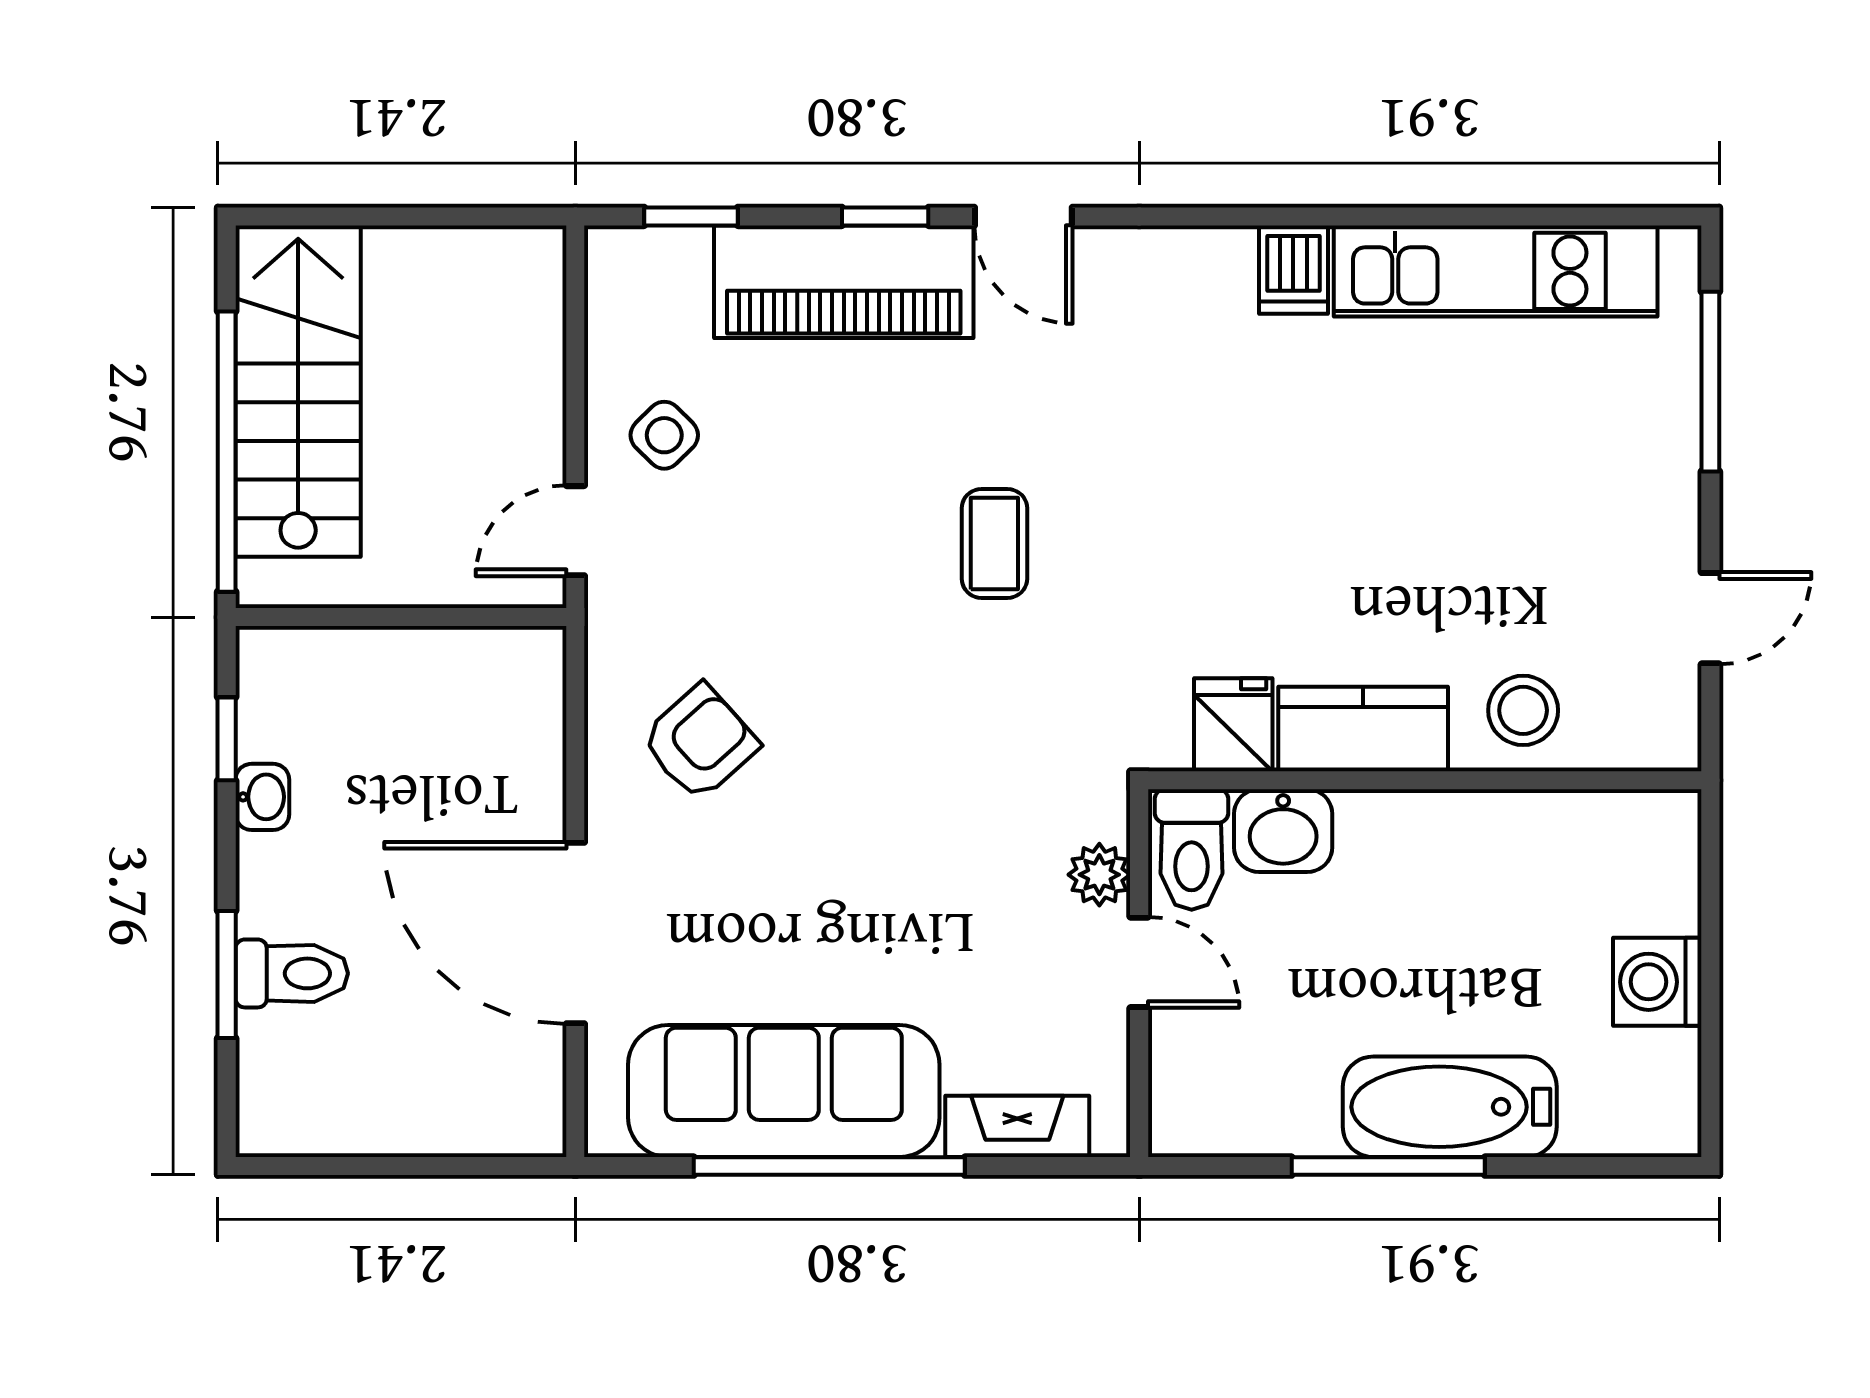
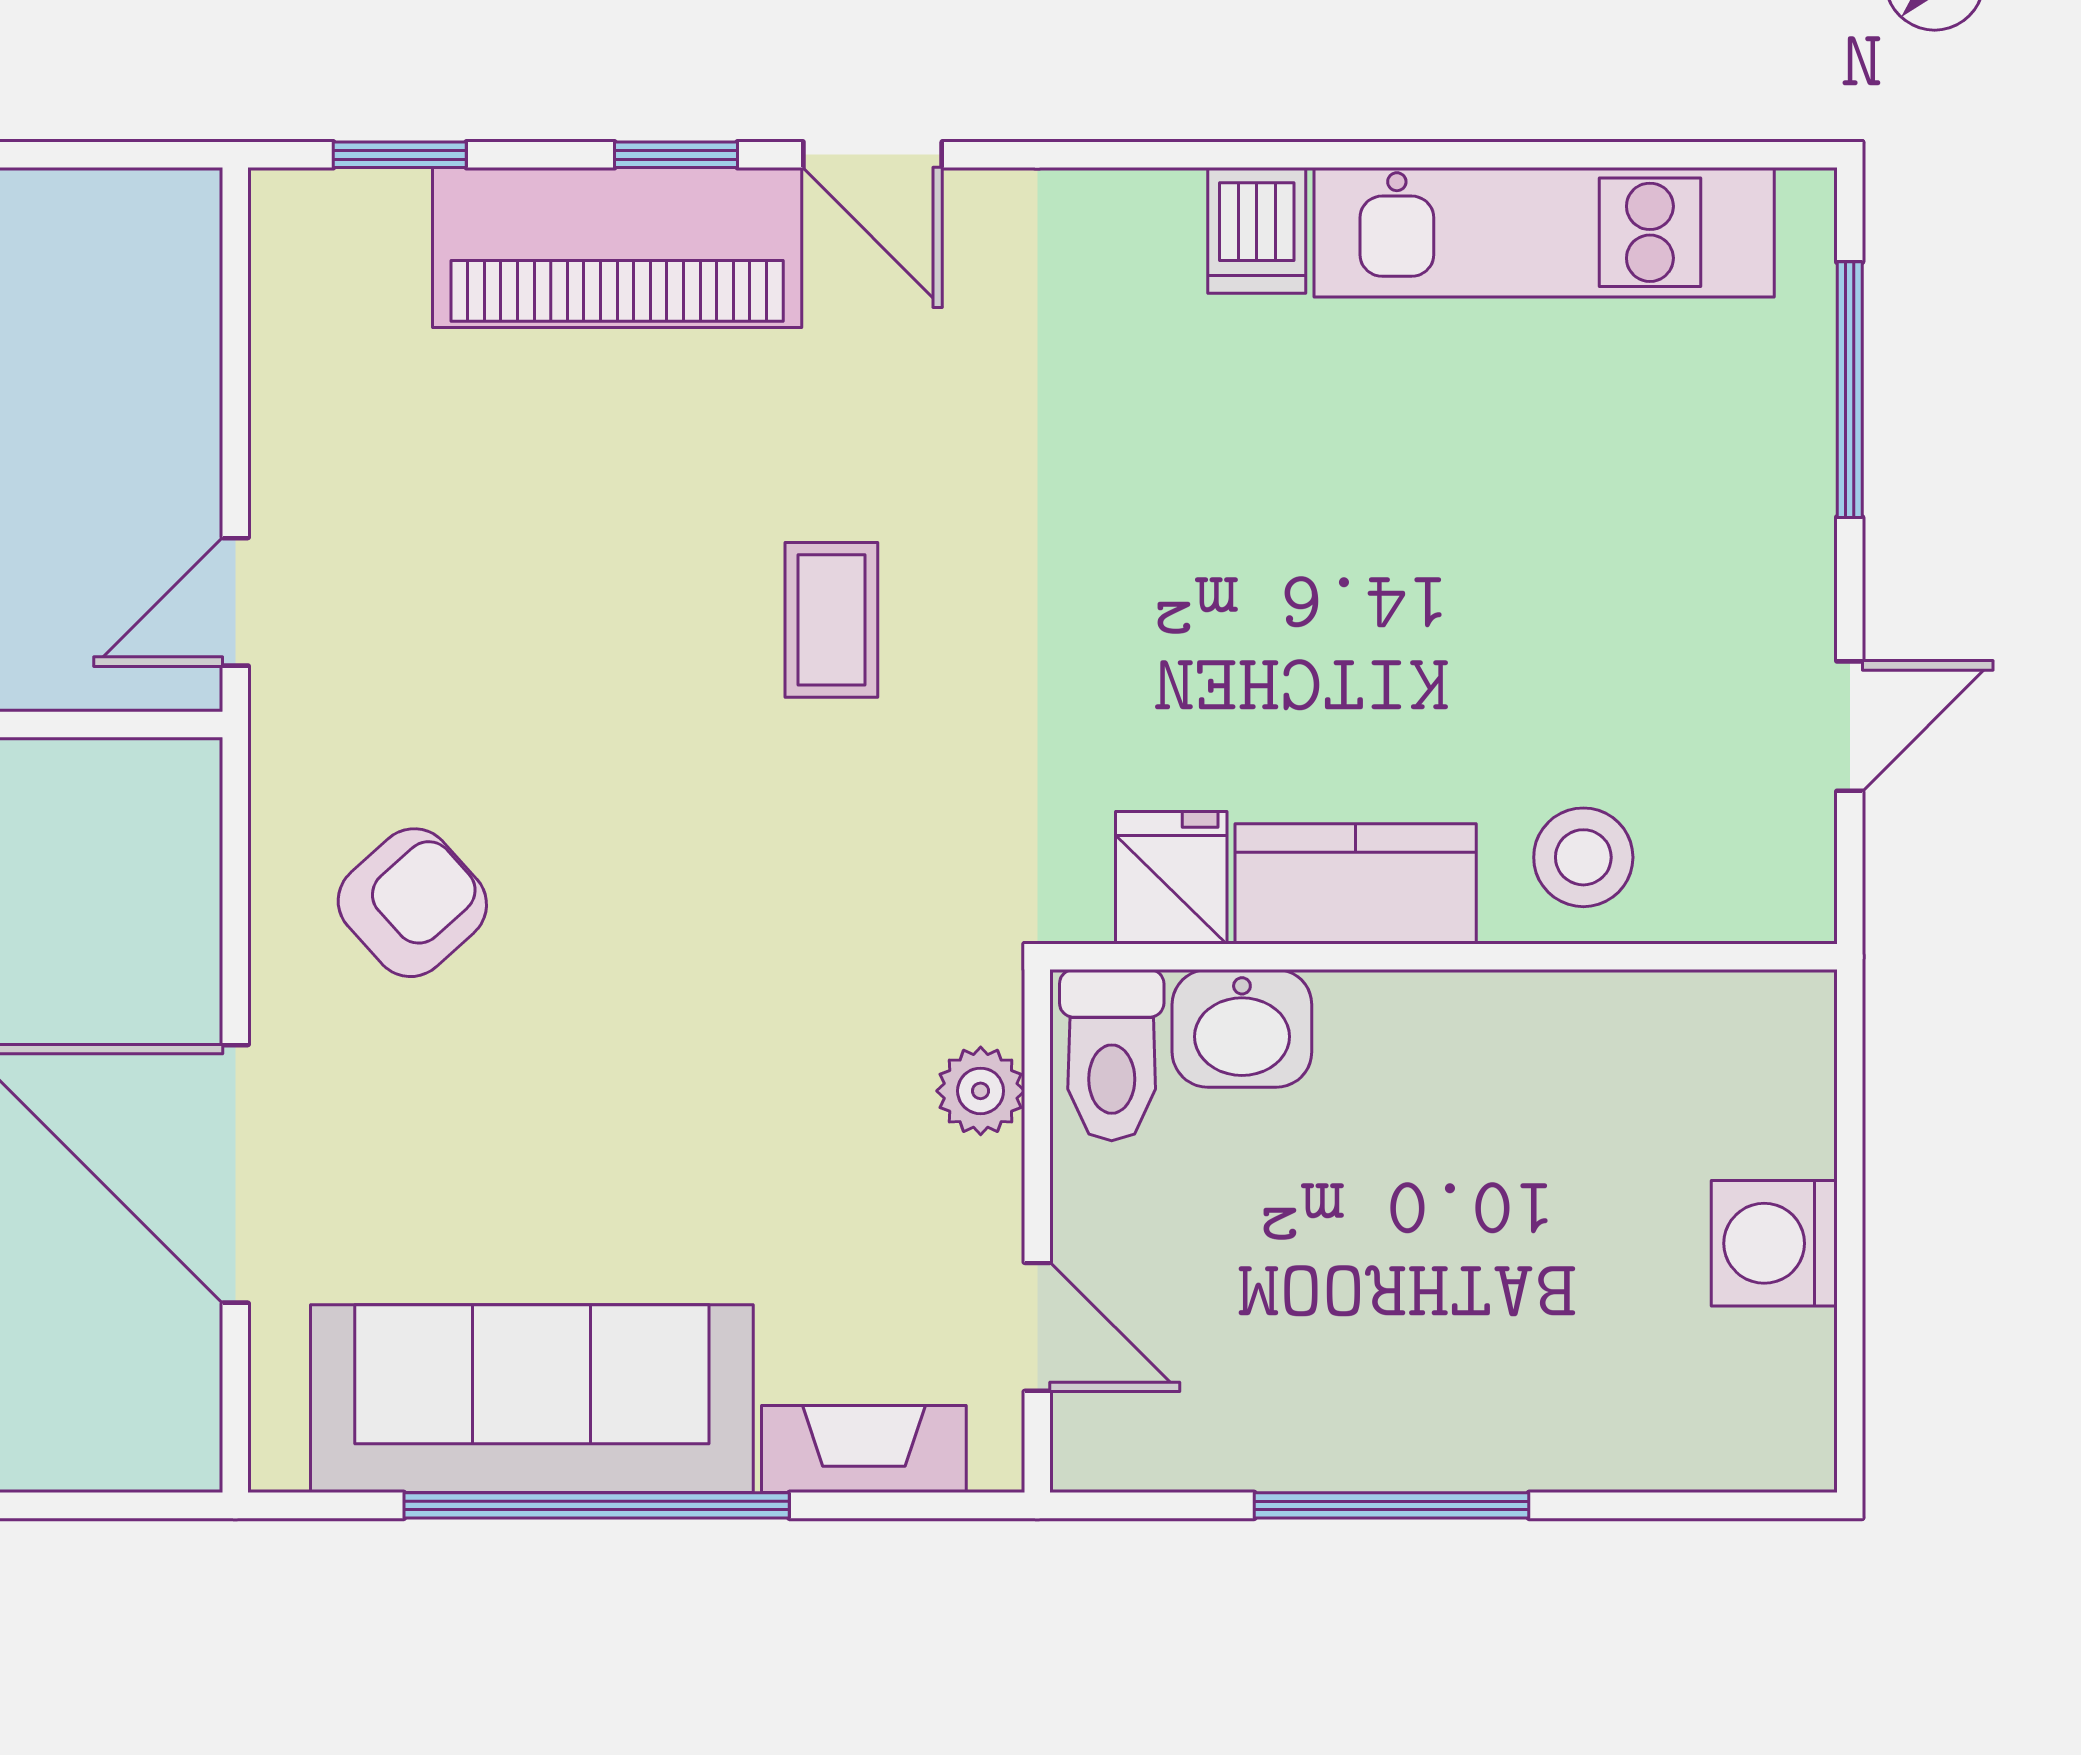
side table: (664, 435) -> (362, 466), removed
door: (1139, 962) -> (1037, 1327), moved
bathtub: (1450, 1107) -> (1479, 1421), removed

